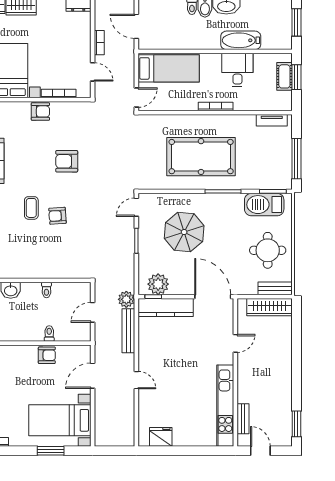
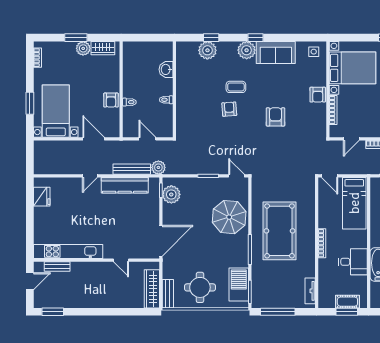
parasol: (184, 232) -> (229, 217), moved
kitchen counter: (166, 307) -> (125, 185), moved, turned -90

